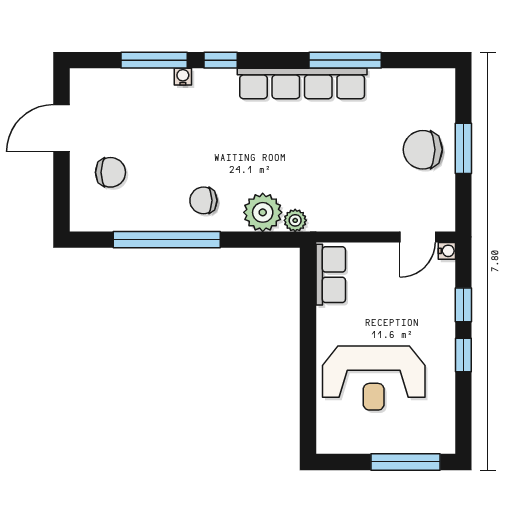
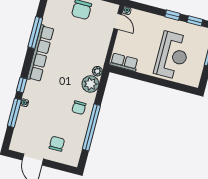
window: (463, 305) -> (195, 21), moved

